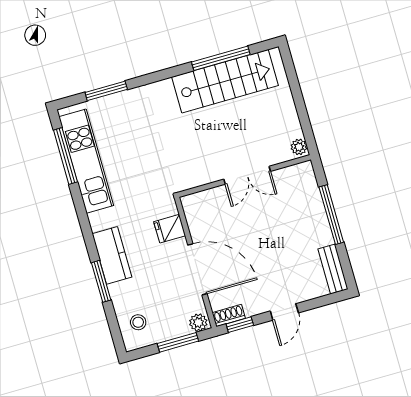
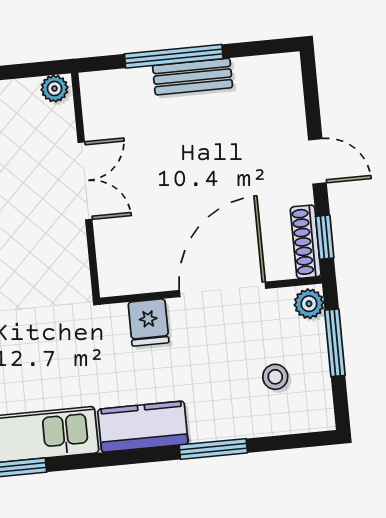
kitchen counter: (112, 255) -> (143, 427), moved
bench: (333, 269) -> (193, 77), moved
shoe rack: (229, 316) -> (306, 242), width x1.43
stool: (138, 322) -> (275, 377), moved

